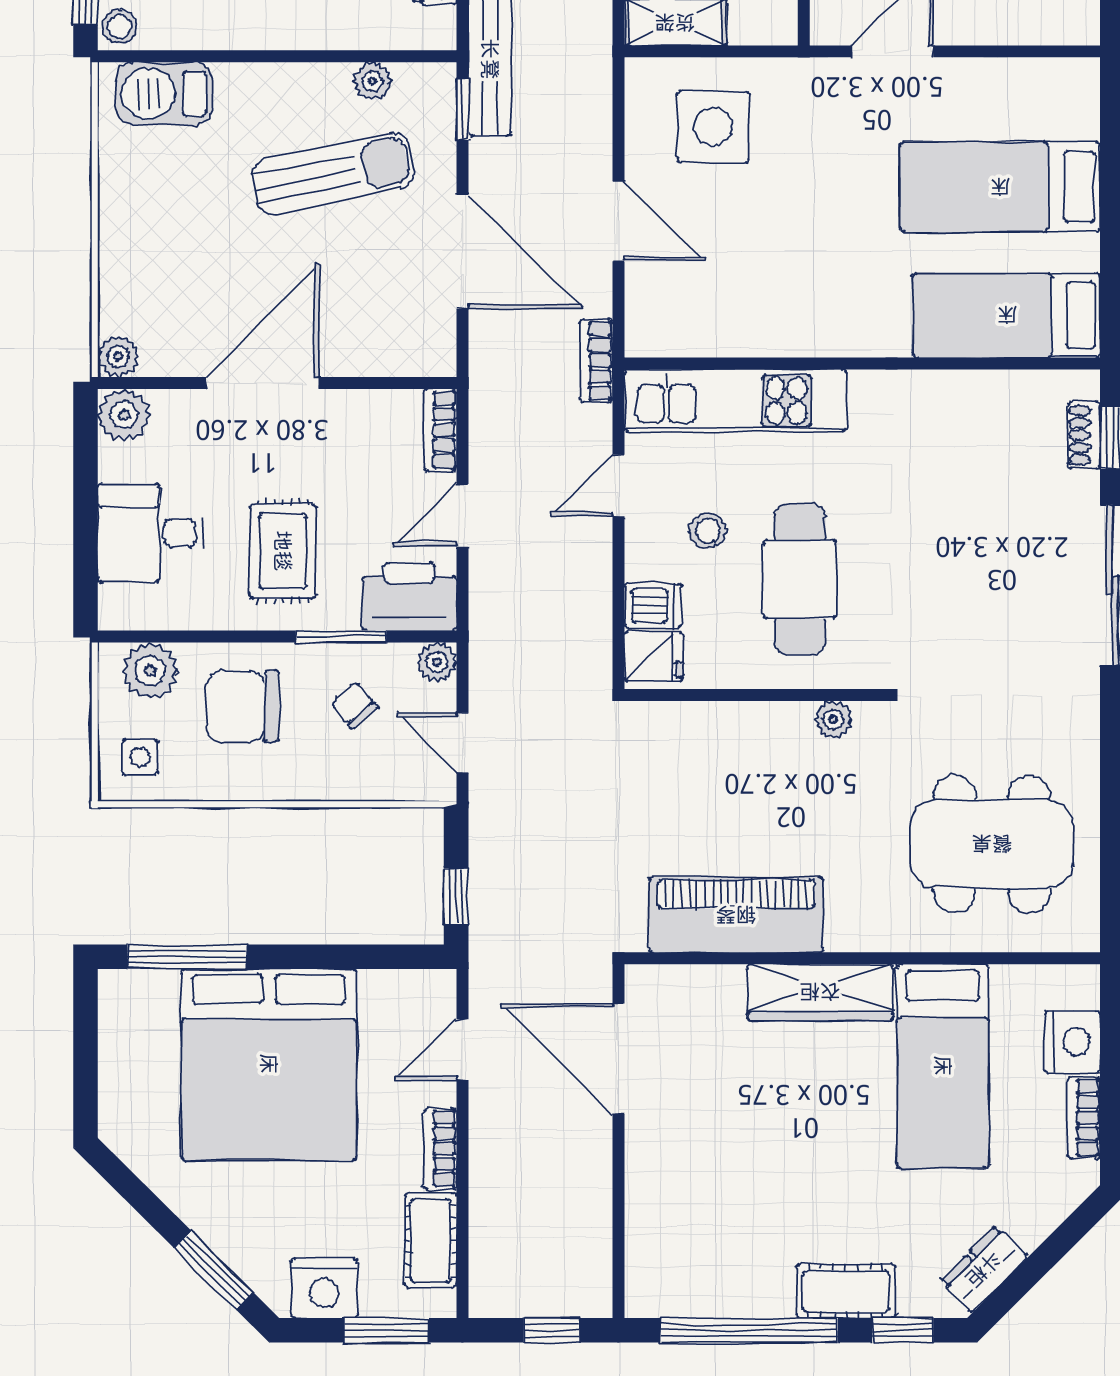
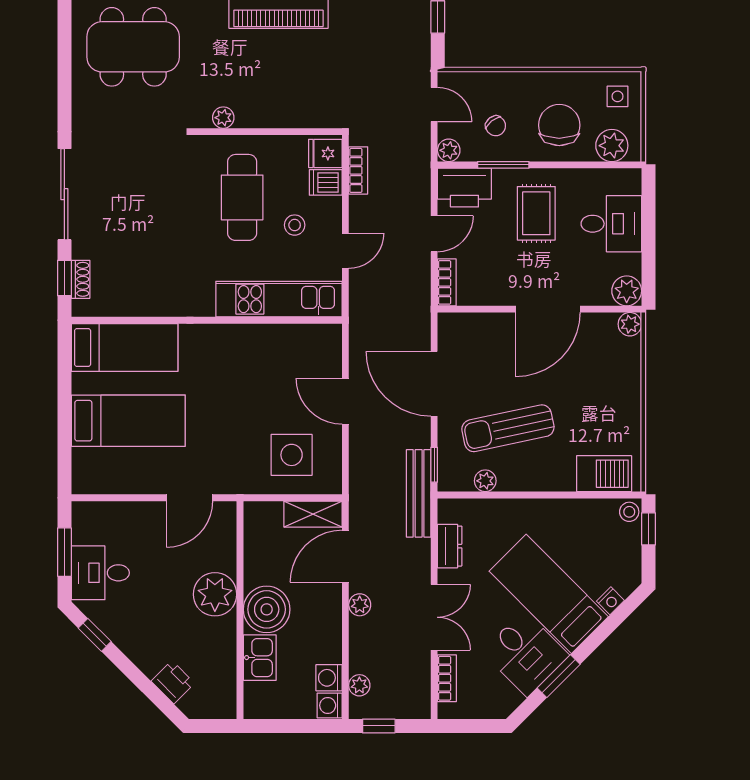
bookcase: (596, 361) -> (358, 170), moved
chair: (243, 706) -> (559, 125), turned -90

